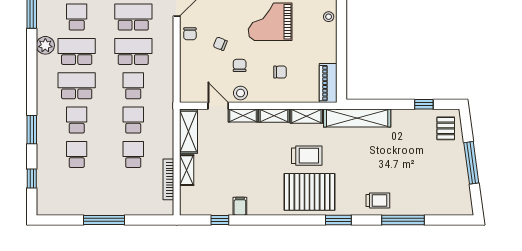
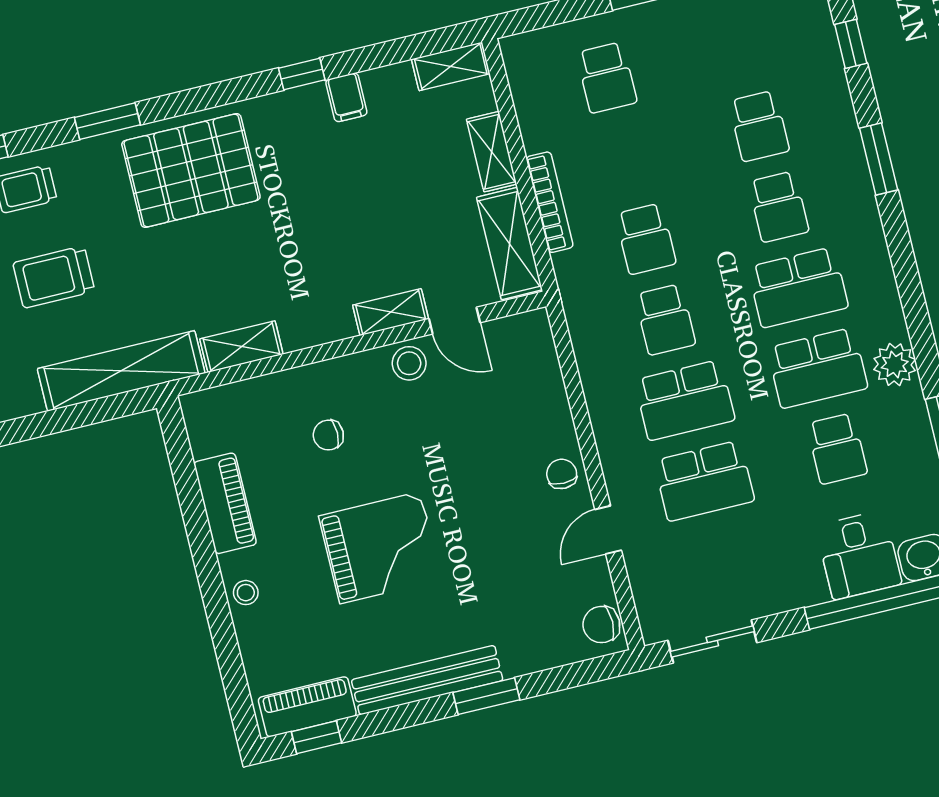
chair: (220, 44) -> (485, 468), removed
chair: (240, 65) -> (427, 428), removed
piano: (328, 83) -> (225, 503), moved
shelving: (274, 116) -> (451, 66), moved
school desk: (133, 154) -> (607, 78), moved
trolley: (307, 156) -> (54, 277), moved
bookcase: (168, 179) -> (550, 202), moved
window: (220, 220) -> (302, 74), moved

